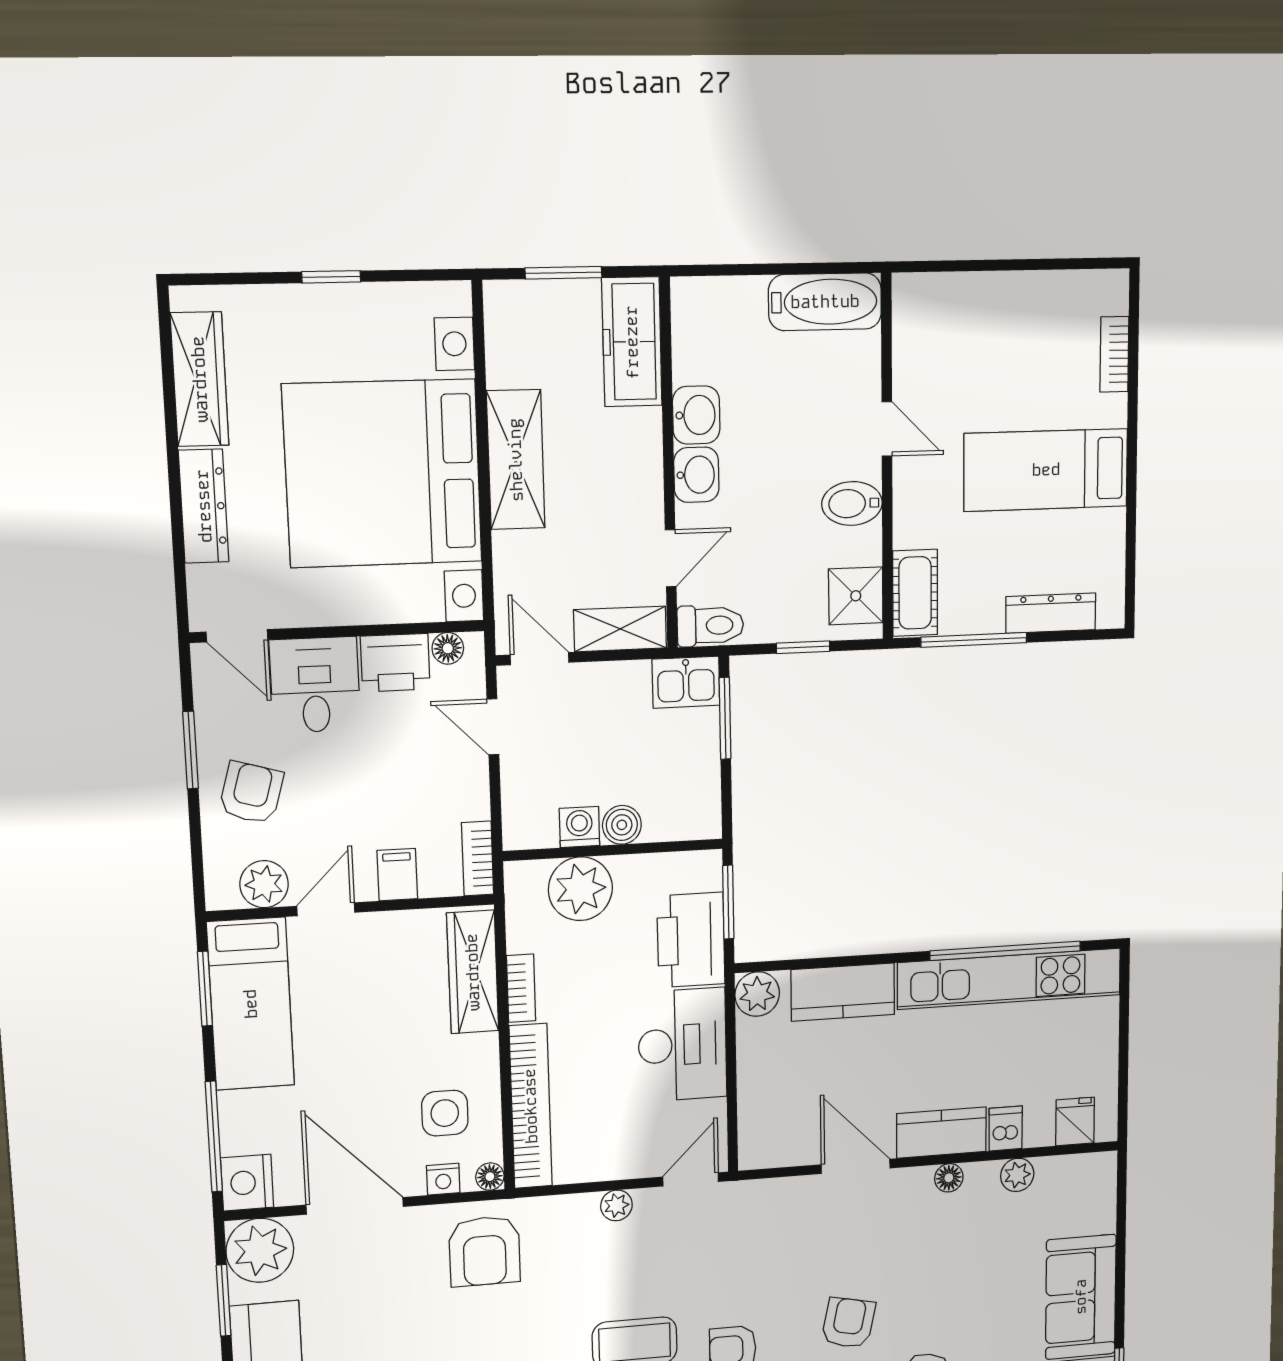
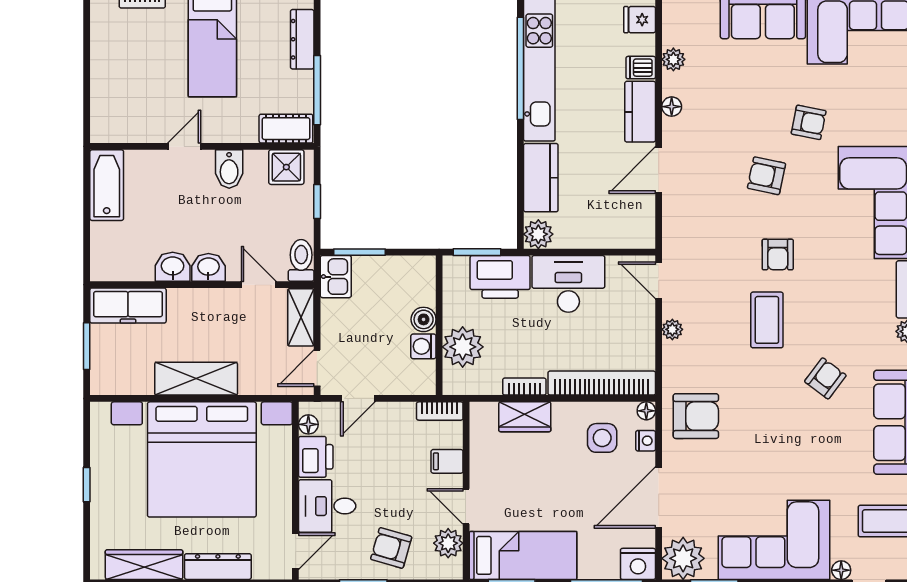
wardrobe: (473, 972) -> (525, 417), width x0.67

